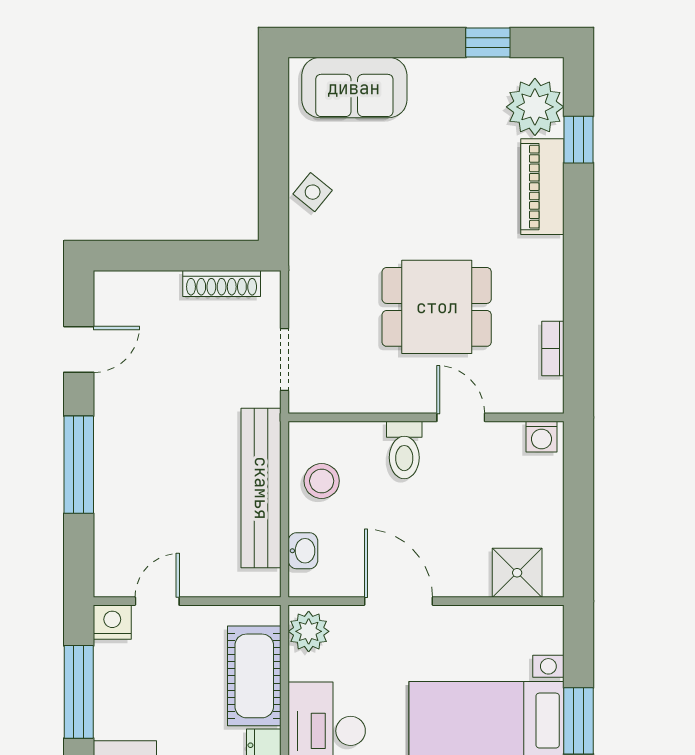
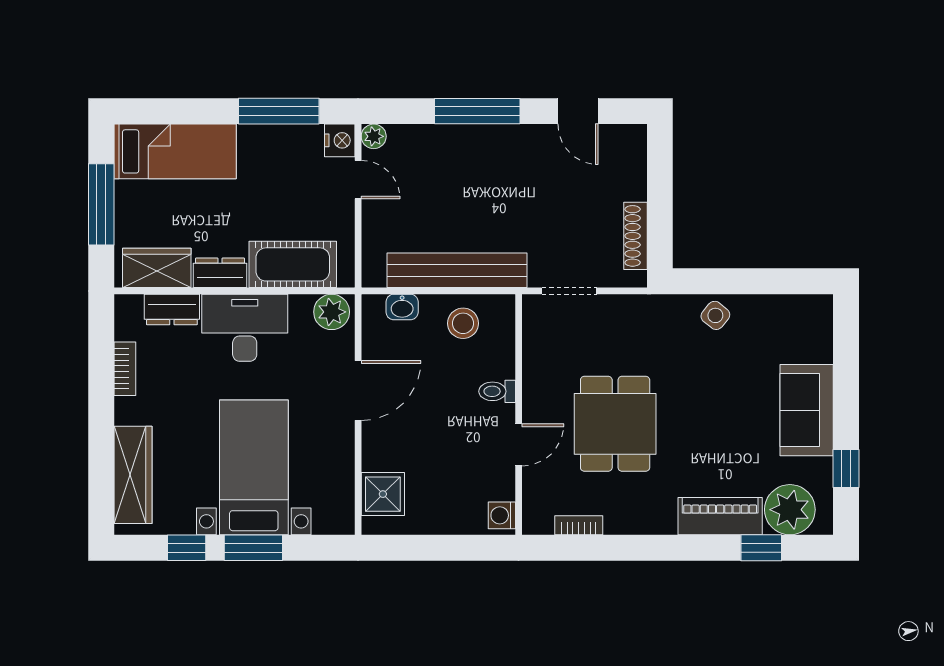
sofa: (354, 88) -> (807, 410), moved
toilet: (404, 450) -> (497, 391), width x0.73, depth x0.72
plant: (108, 583) -> (374, 136), added

